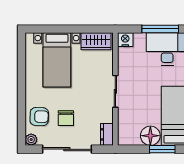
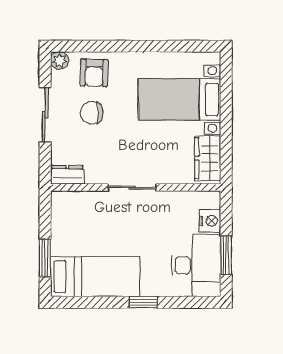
window: (160, 29) -> (226, 255), width x0.69
nightstand: (125, 40) -> (210, 221), moved
floor lamp: (150, 136) -> (65, 240), removed
sliding door: (67, 149) -> (45, 114), width x0.73

